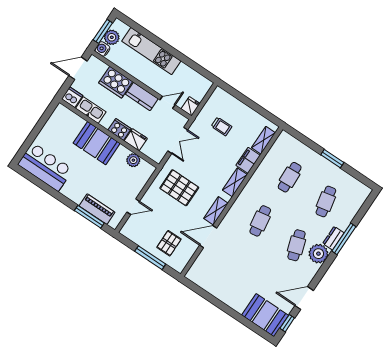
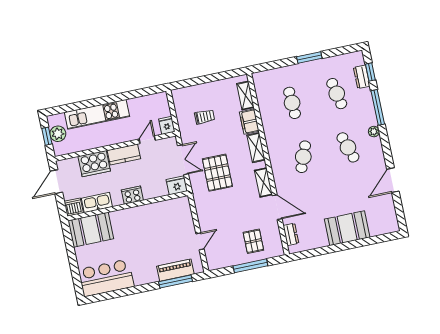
window: (103, 31) -> (47, 136), width x0.67
water cooler: (102, 49) -> (60, 149), removed
fridge: (136, 140) -> (177, 185), moved
booth: (97, 143) -> (91, 230), moved
plant: (133, 160) -> (165, 207), removed
pallet: (179, 188) -> (217, 173), moved, turned 90
cafe table: (260, 221) -> (303, 157), turned 30
door: (208, 237) -> (277, 207), swing flipped
dresser: (333, 238) -> (362, 77), moved
plant: (318, 254) -> (374, 132), width x0.53, depth x0.53
dresser: (199, 264) -> (291, 234), added
booth: (265, 315) -> (347, 228), moved
window: (287, 323) -> (370, 72), moved

